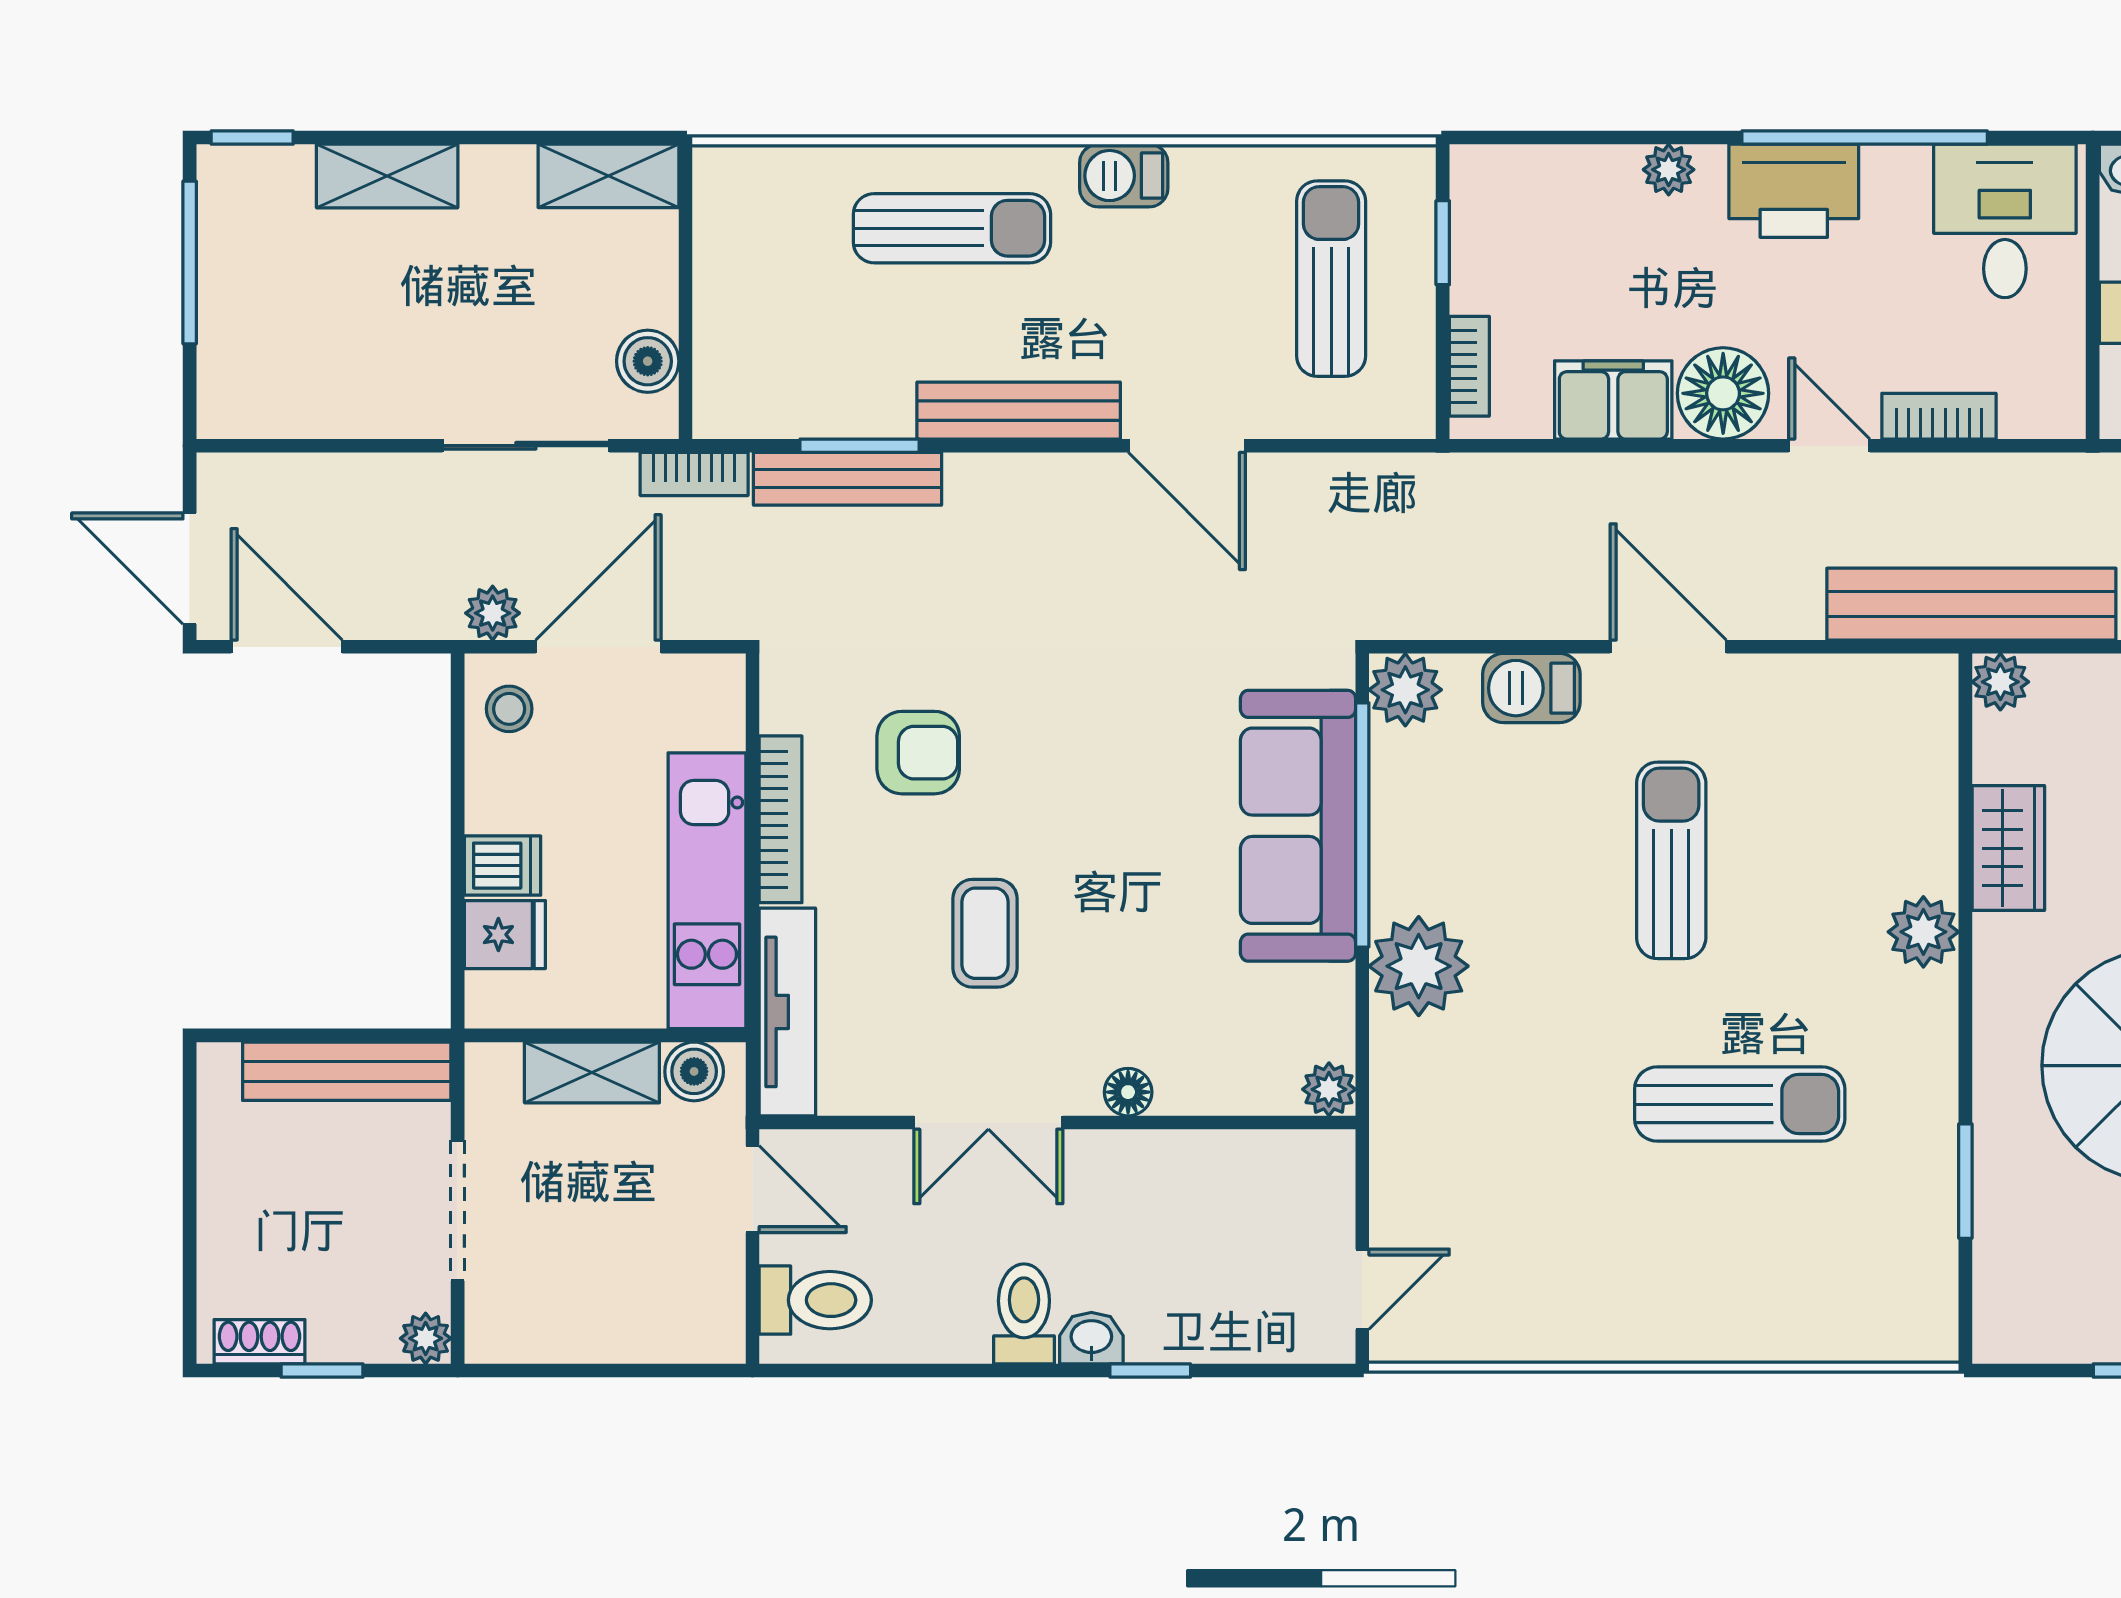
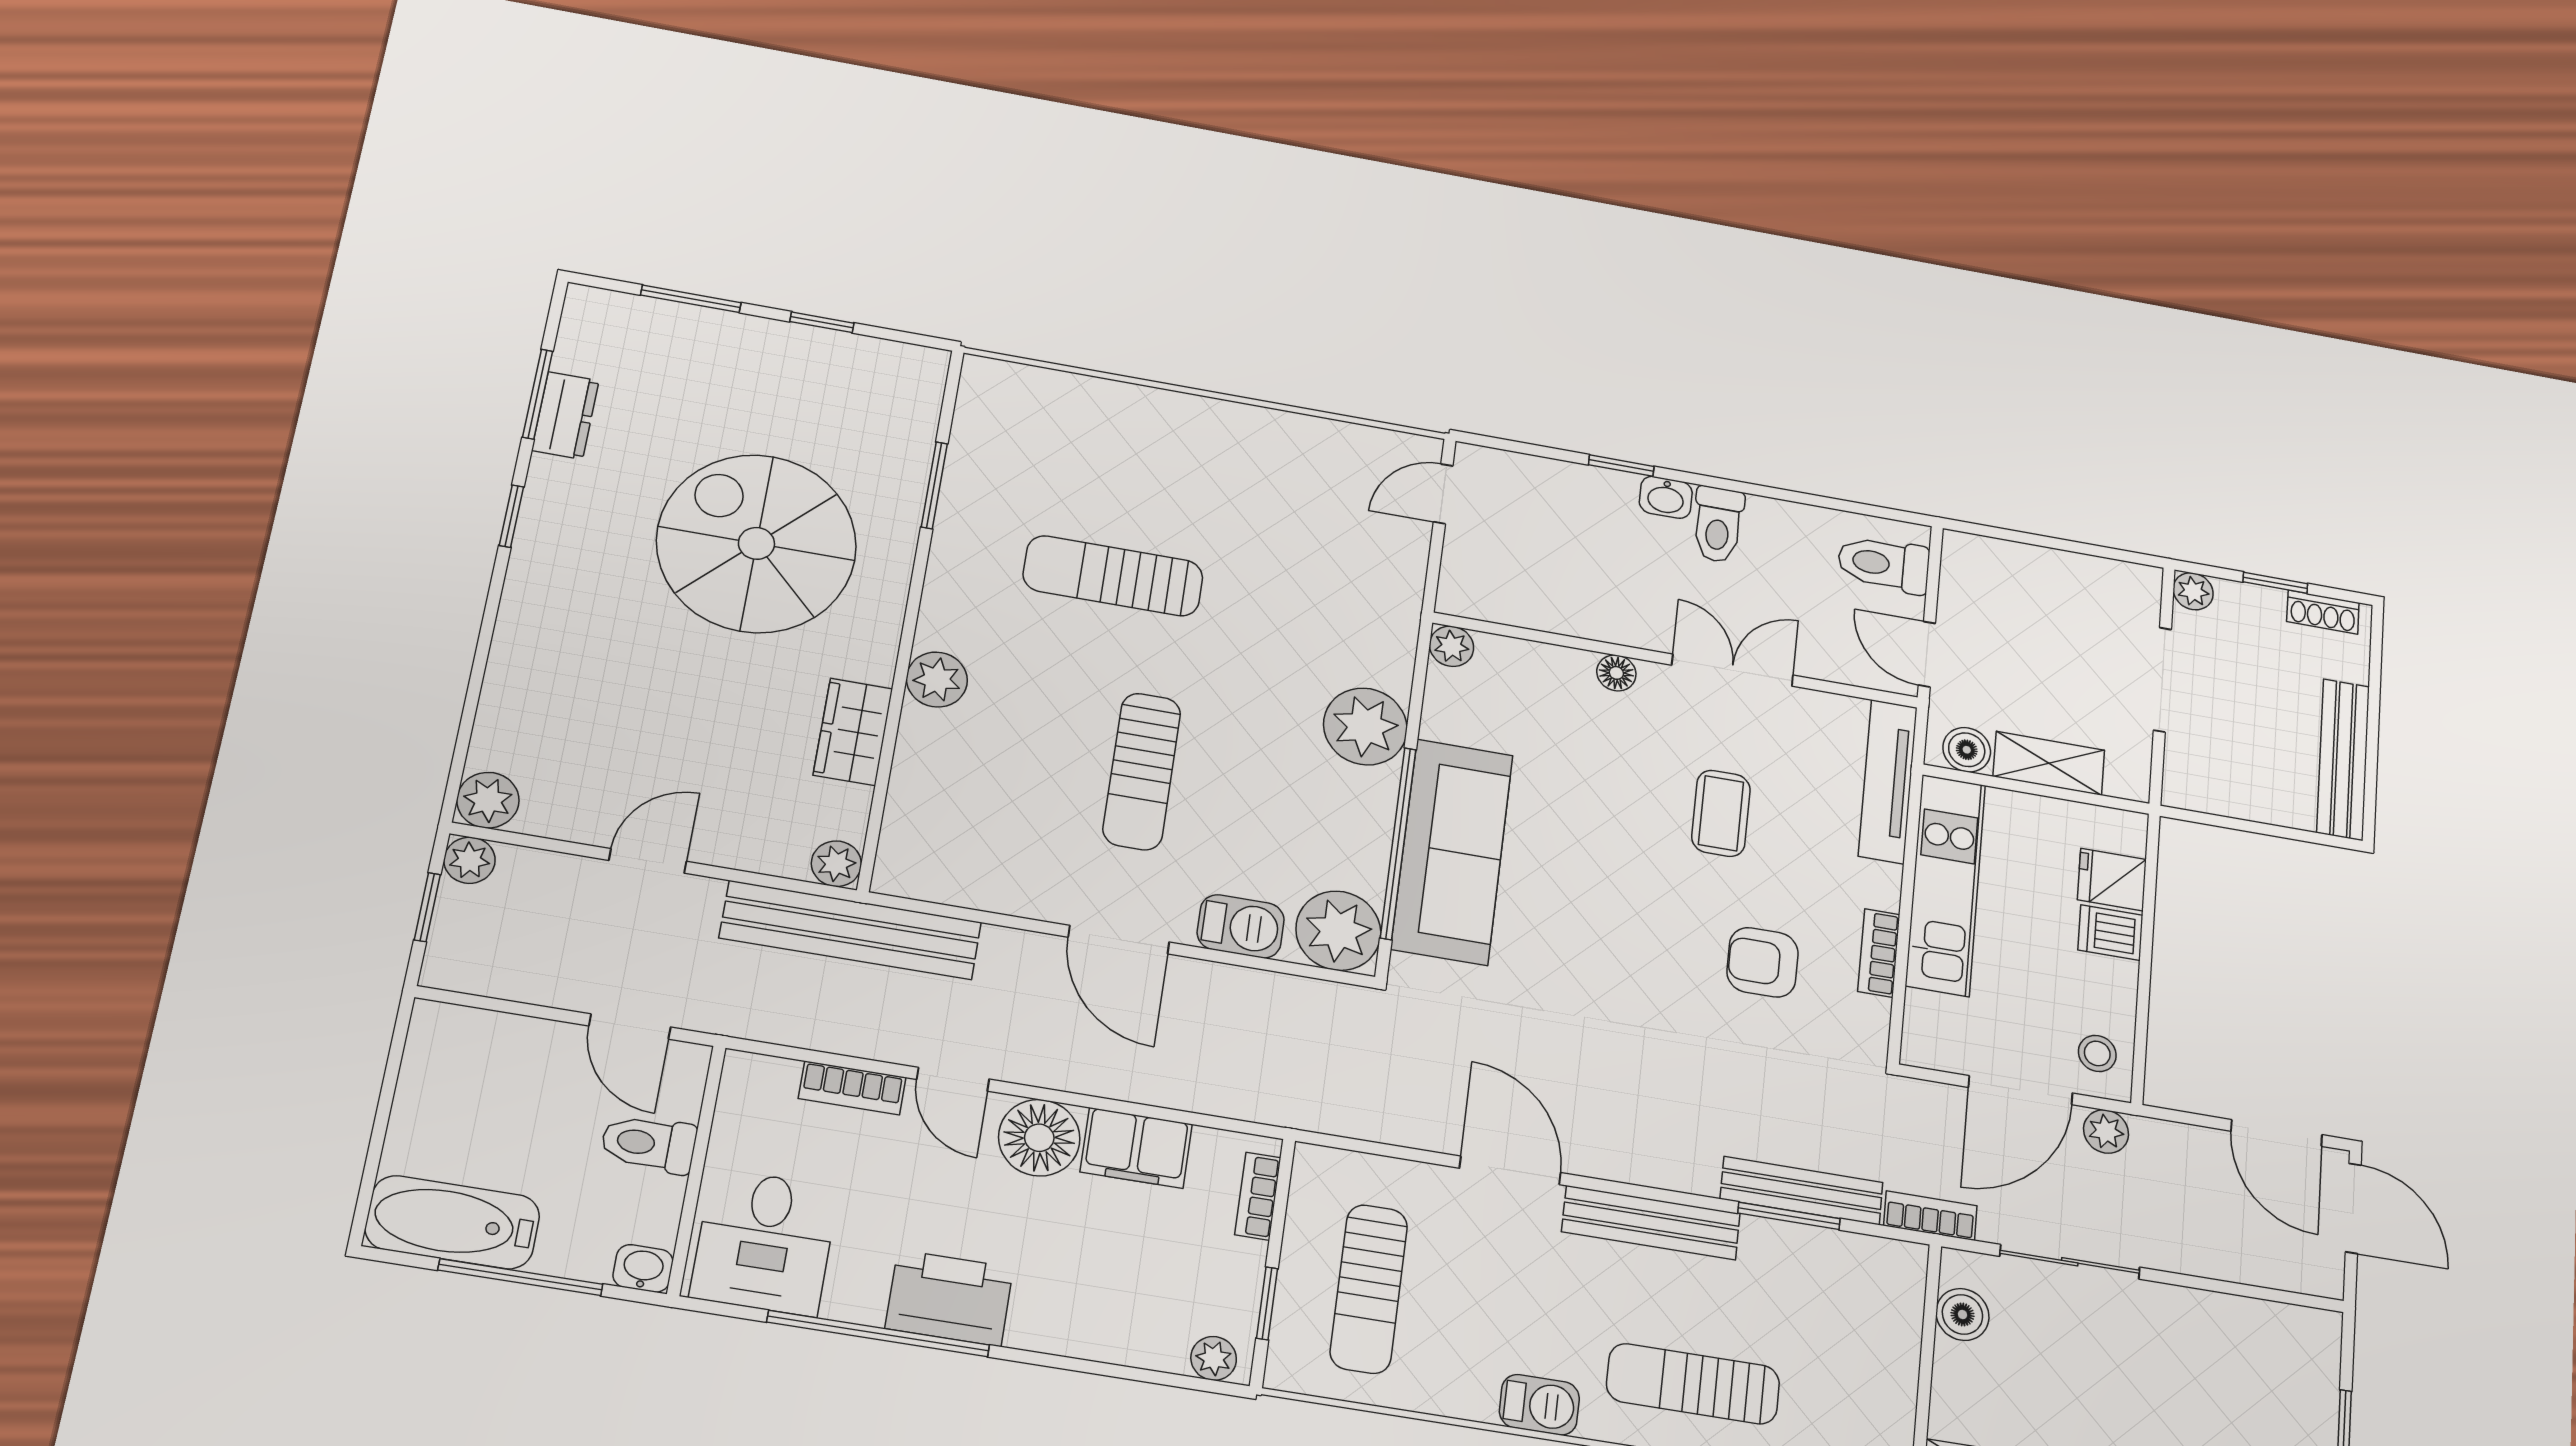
plant: (1669, 170) -> (1214, 1358), moved
plant: (1405, 690) -> (1338, 931), width x1.36, depth x1.36
bookcase: (781, 819) -> (1879, 953), width x0.64
bench: (347, 1071) -> (2343, 759), moved, turned 90

